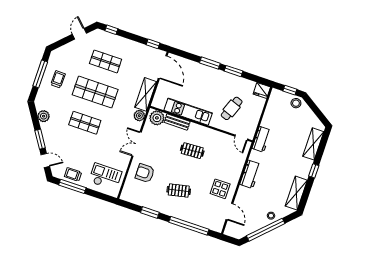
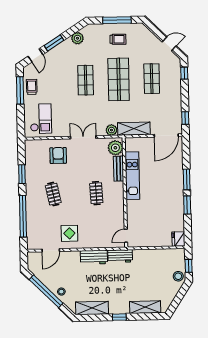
cafe table: (232, 108) -> (151, 216), removed
workbench: (261, 139) -> (120, 256), moved

